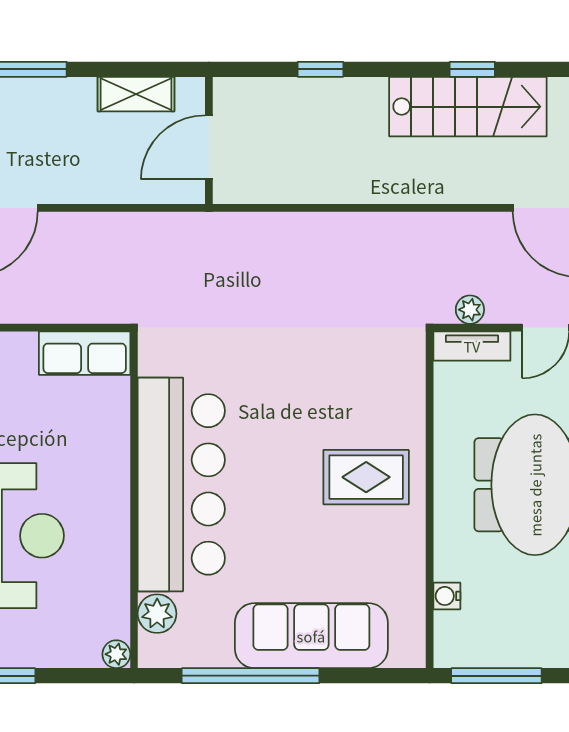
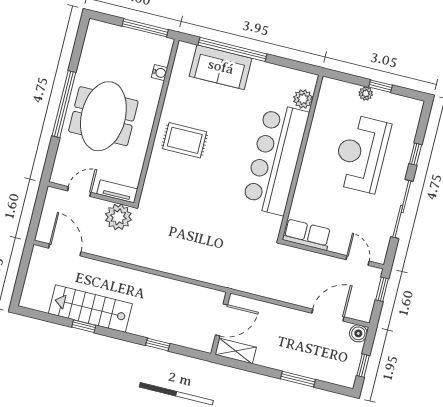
shelving: (136, 94) -> (236, 351), moved
plant: (470, 310) -> (118, 217), width x1.88, depth x1.88
sofa: (311, 636) -> (221, 67), width x0.73
plant: (116, 654) -> (366, 94), moved
window: (251, 676) -> (232, 49), moved

